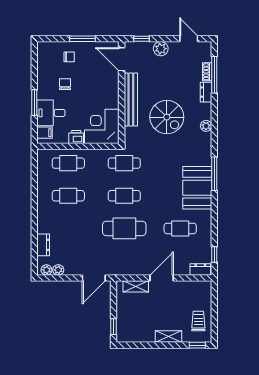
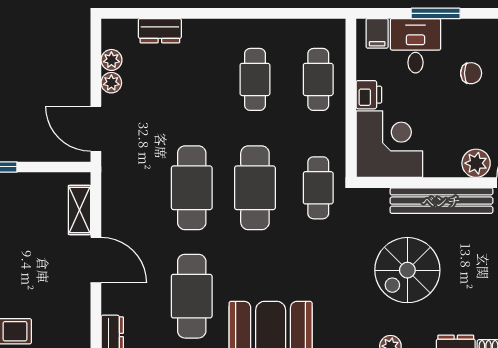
plant: (112, 82) -> (476, 163), added
cafe table: (124, 196) -> (255, 188), width x1.37, depth x1.35
cafe table: (180, 228) -> (192, 296), width x1.37, depth x1.35
plant: (46, 270) -> (111, 83), moved

